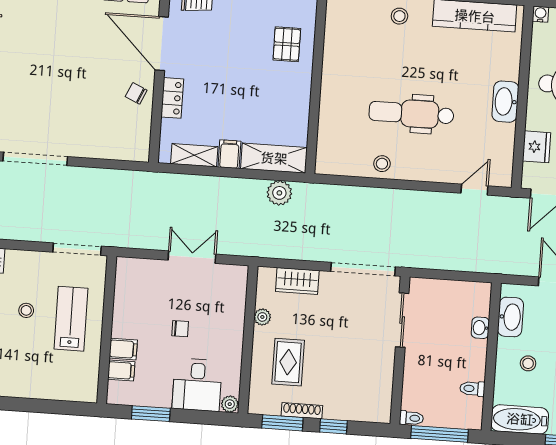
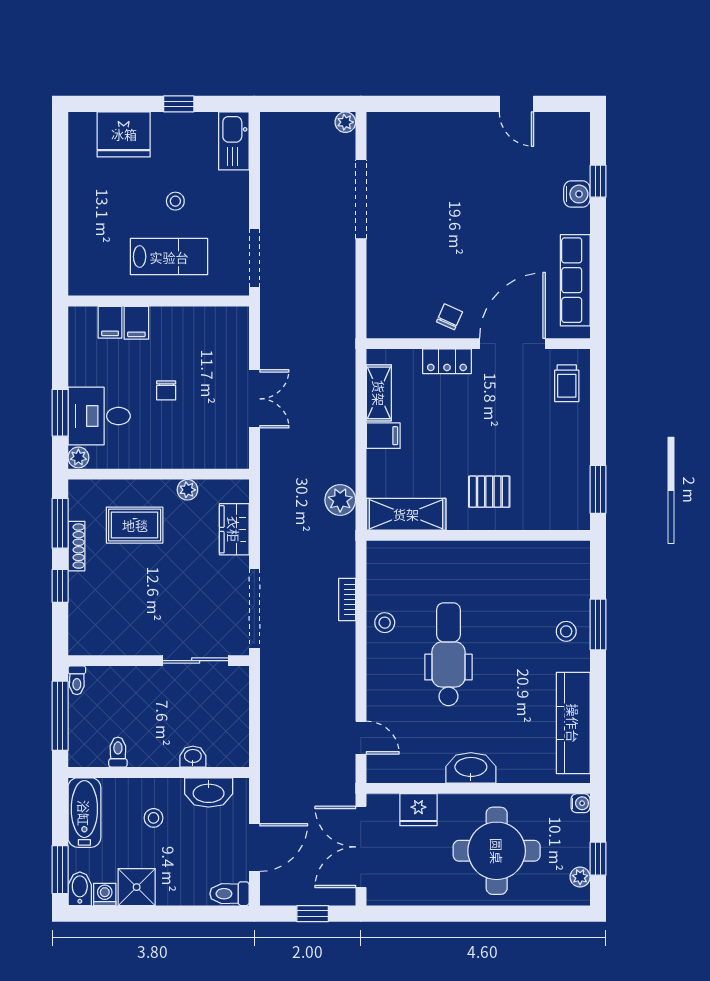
pallet: (287, 44) -> (489, 492), moved
shelving: (274, 158) -> (406, 514), moved, turned 90
bookcase: (361, 193) -> (347, 600), added
window: (151, 414) -> (60, 413), moved

